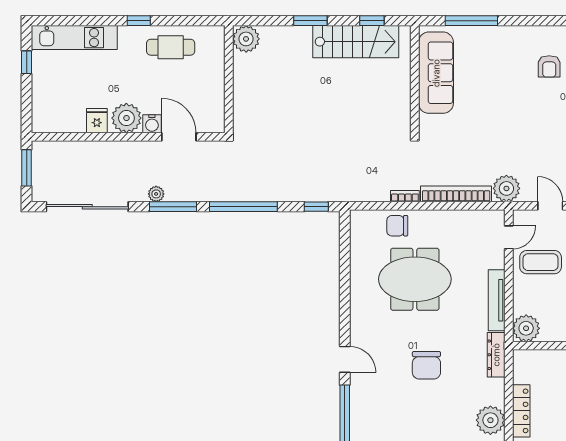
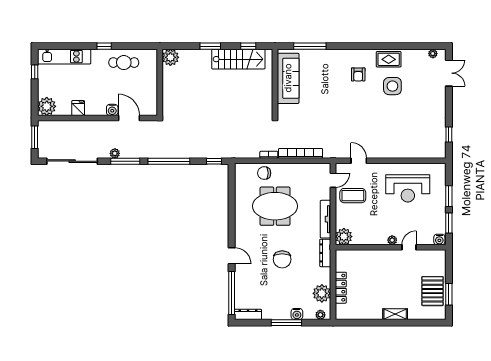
plant: (126, 118) -> (47, 106), moved
plant: (506, 188) -> (332, 150), removed

